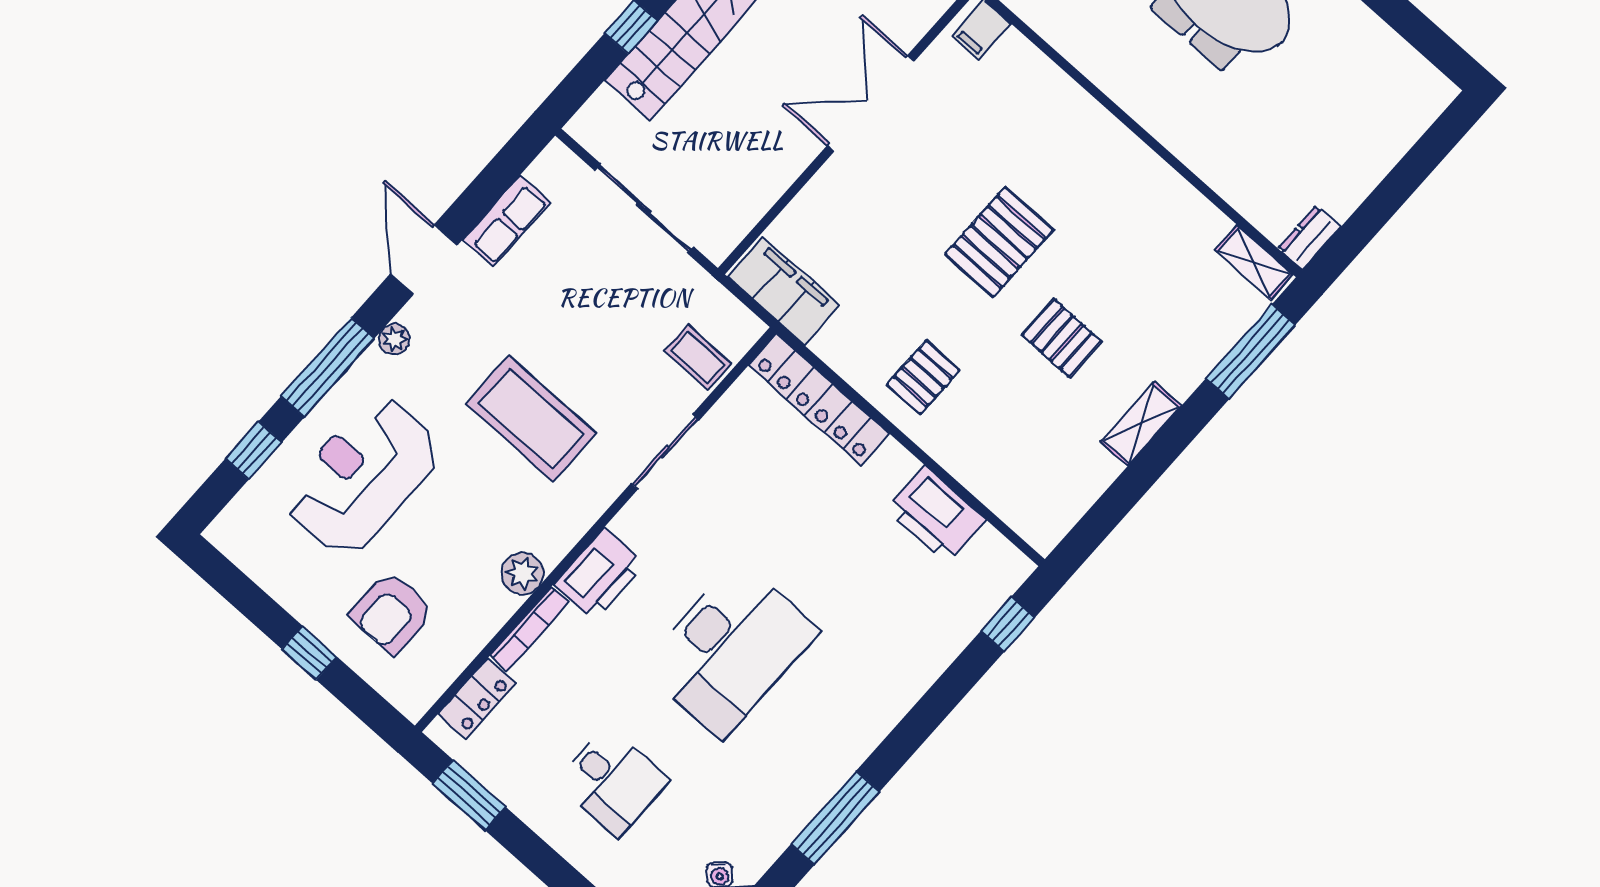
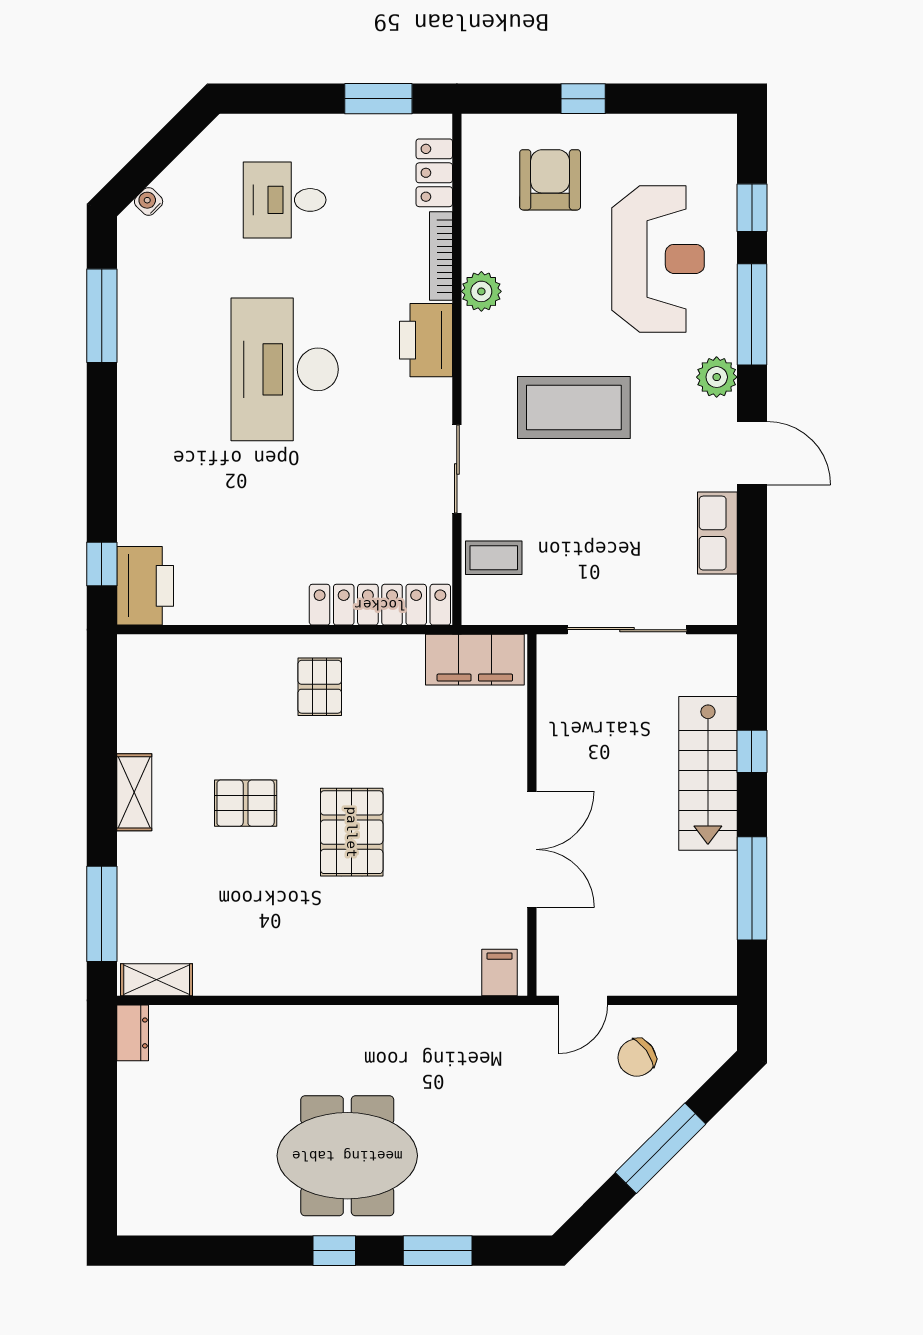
plant: (394, 339) -> (717, 377), width x1.38, depth x1.38
printer: (936, 514) -> (145, 586), moved, turned 90

